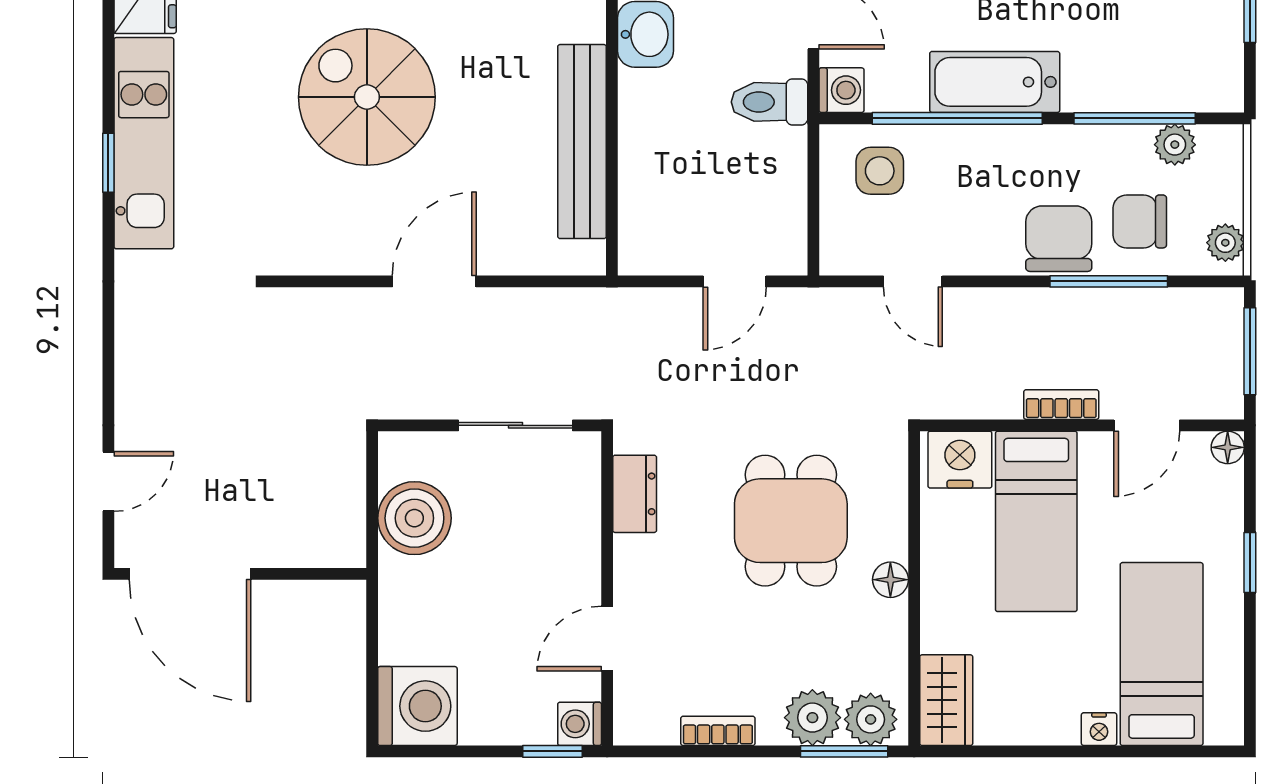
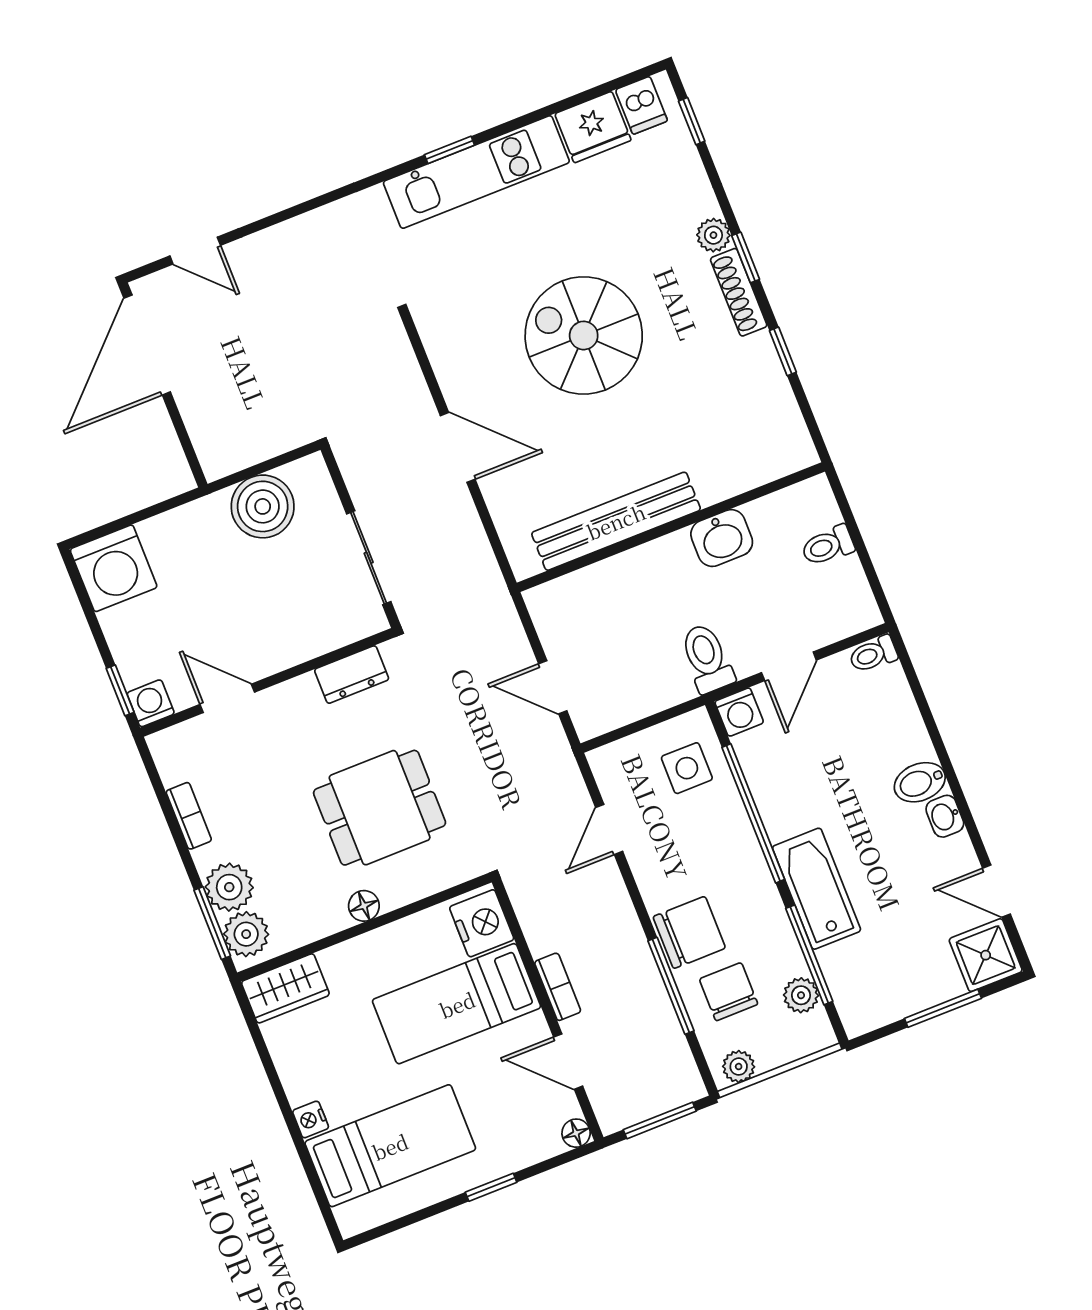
bathtub: (995, 82) -> (817, 889), moved
spiral stairs: (367, 97) -> (584, 335), turned -90

